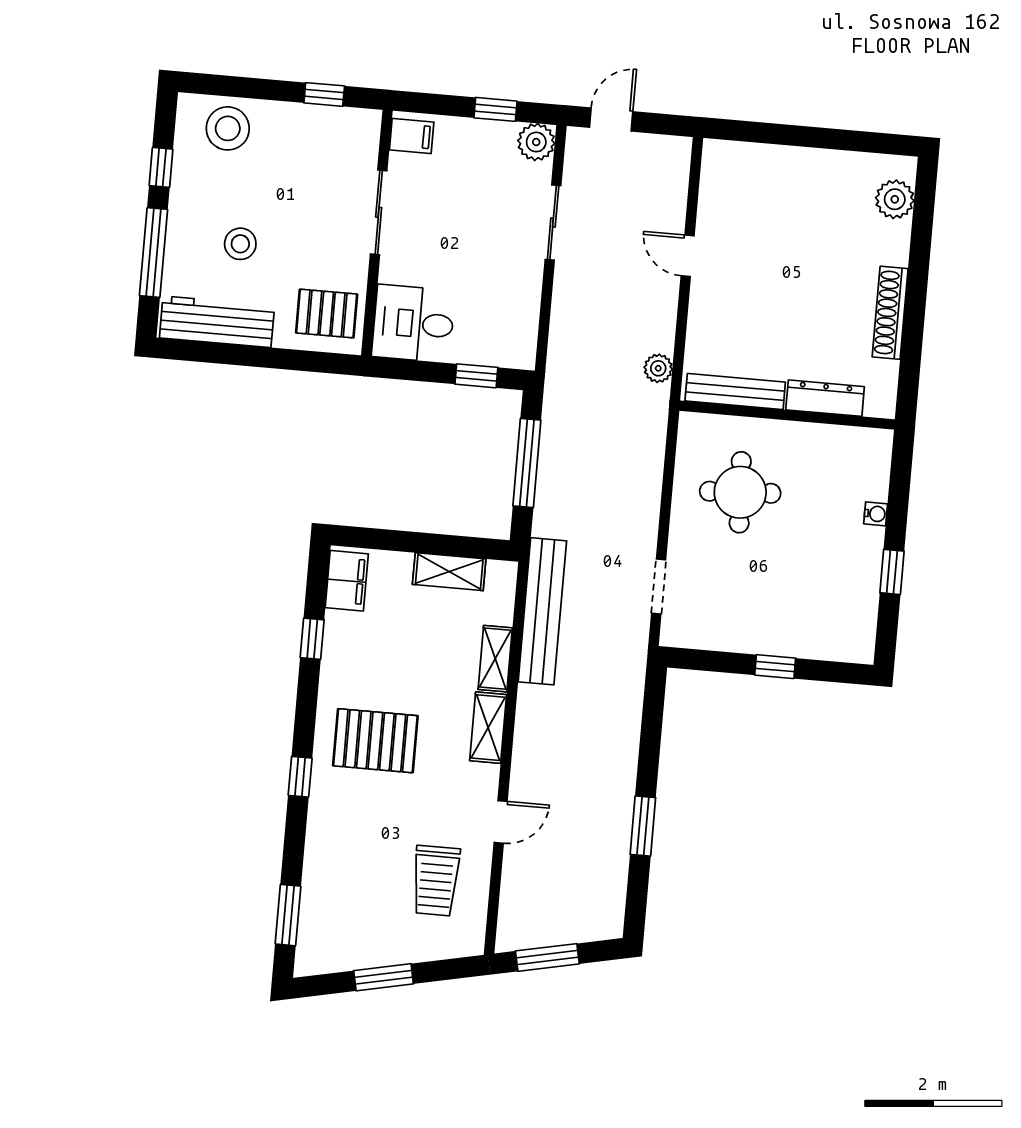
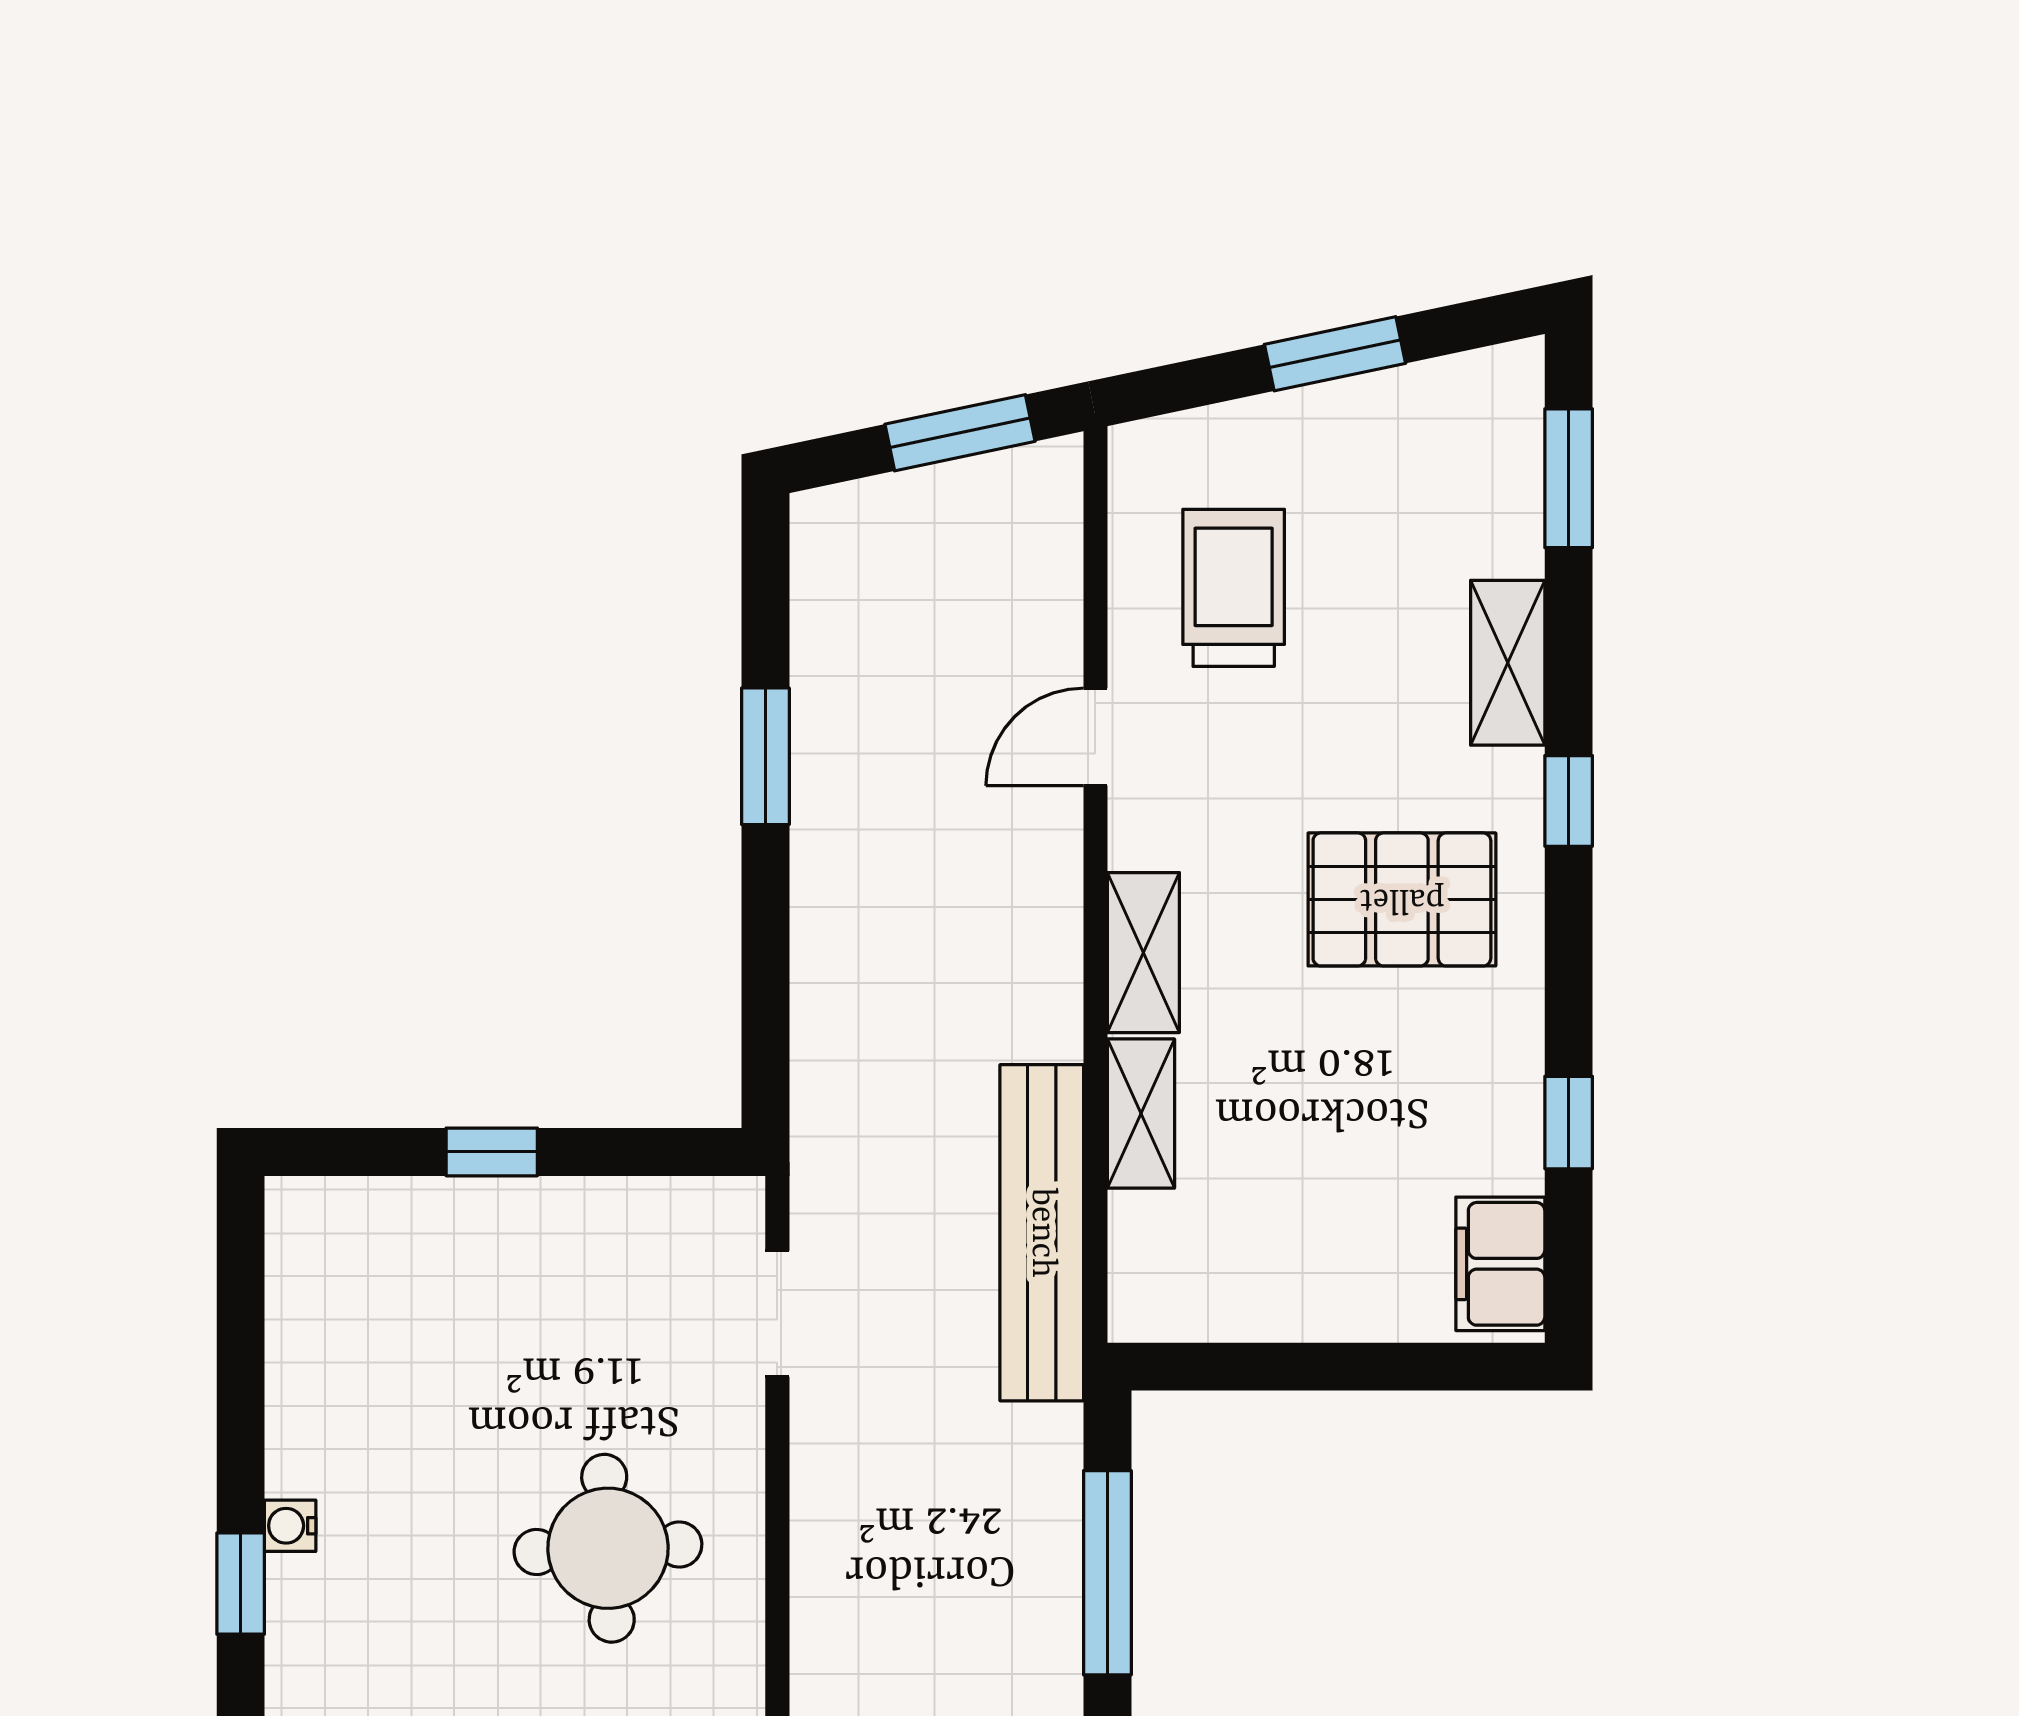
shelving: (449, 572) -> (1508, 663), moved, turned 90
window: (892, 572) -> (241, 1584), moved

